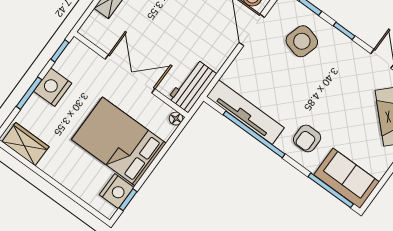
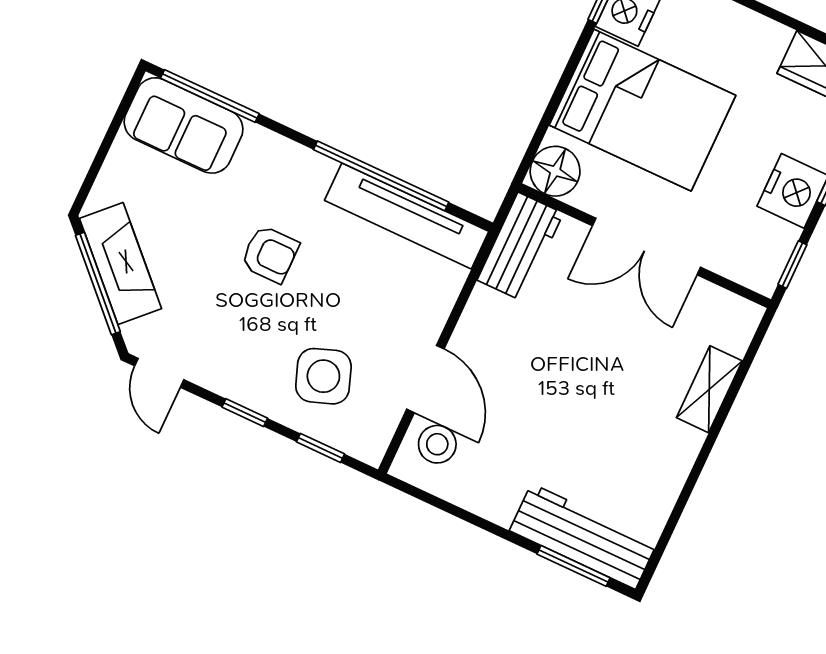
side table: (302, 41) -> (323, 376), turned -36
floor lamp: (176, 119) -> (555, 171), width x1.89, depth x1.89
armchair: (307, 138) -> (270, 254), moved, turned 90

